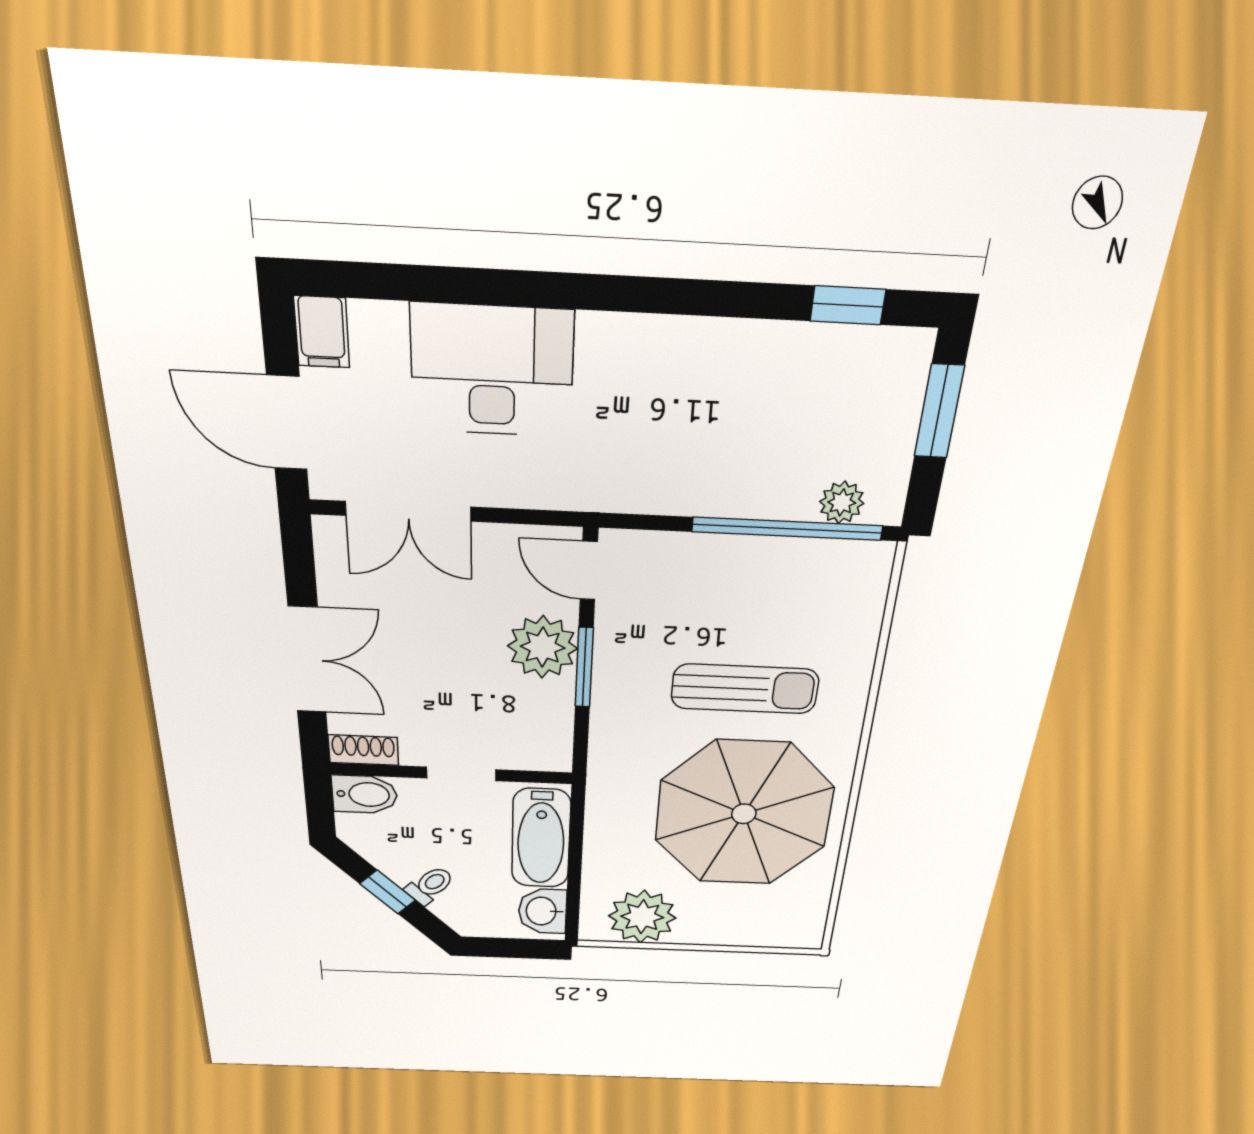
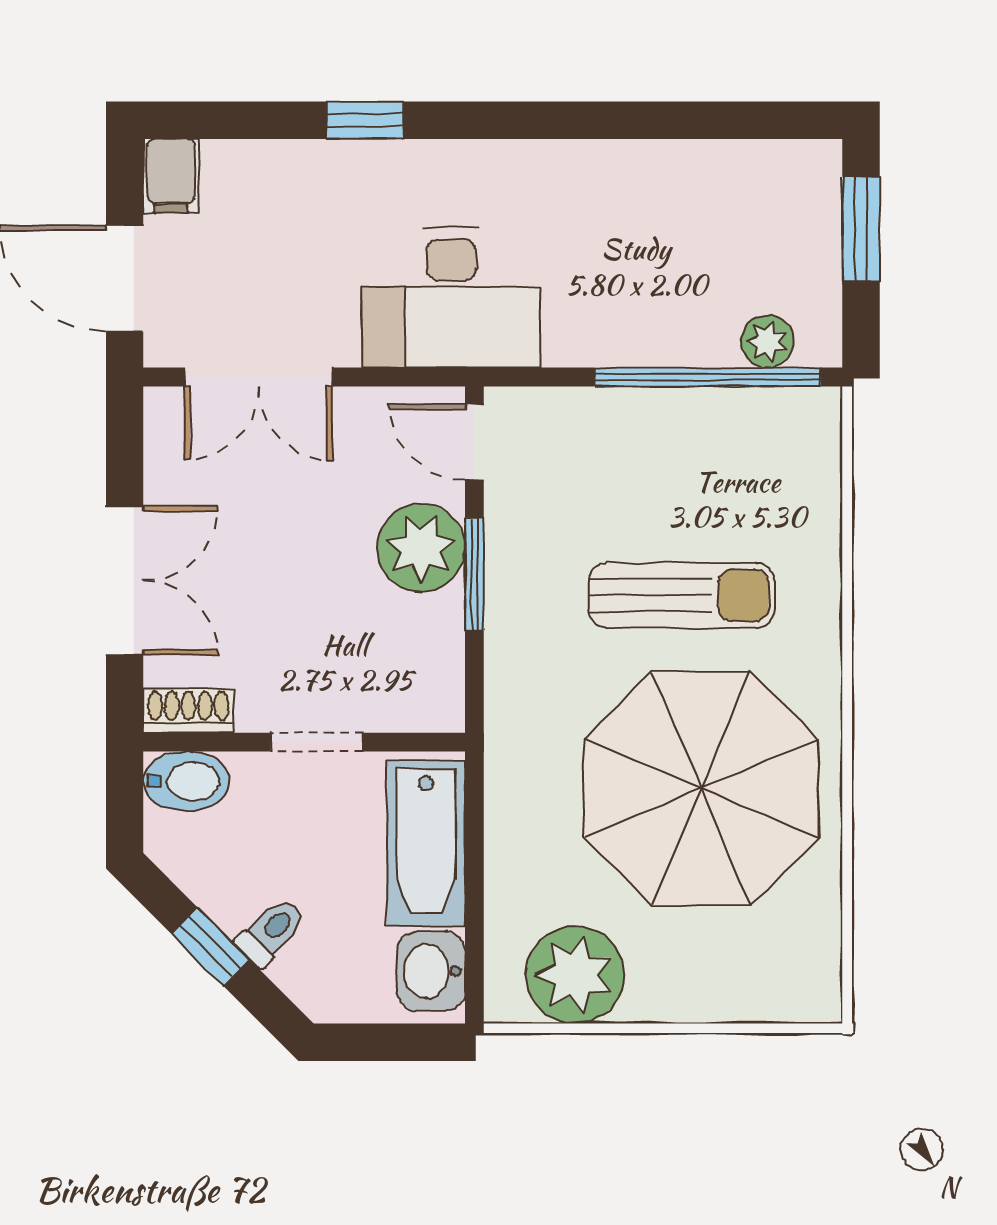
window: (848, 305) -> (365, 120), moved
desk: (492, 371) -> (451, 298), moved, turned 180

